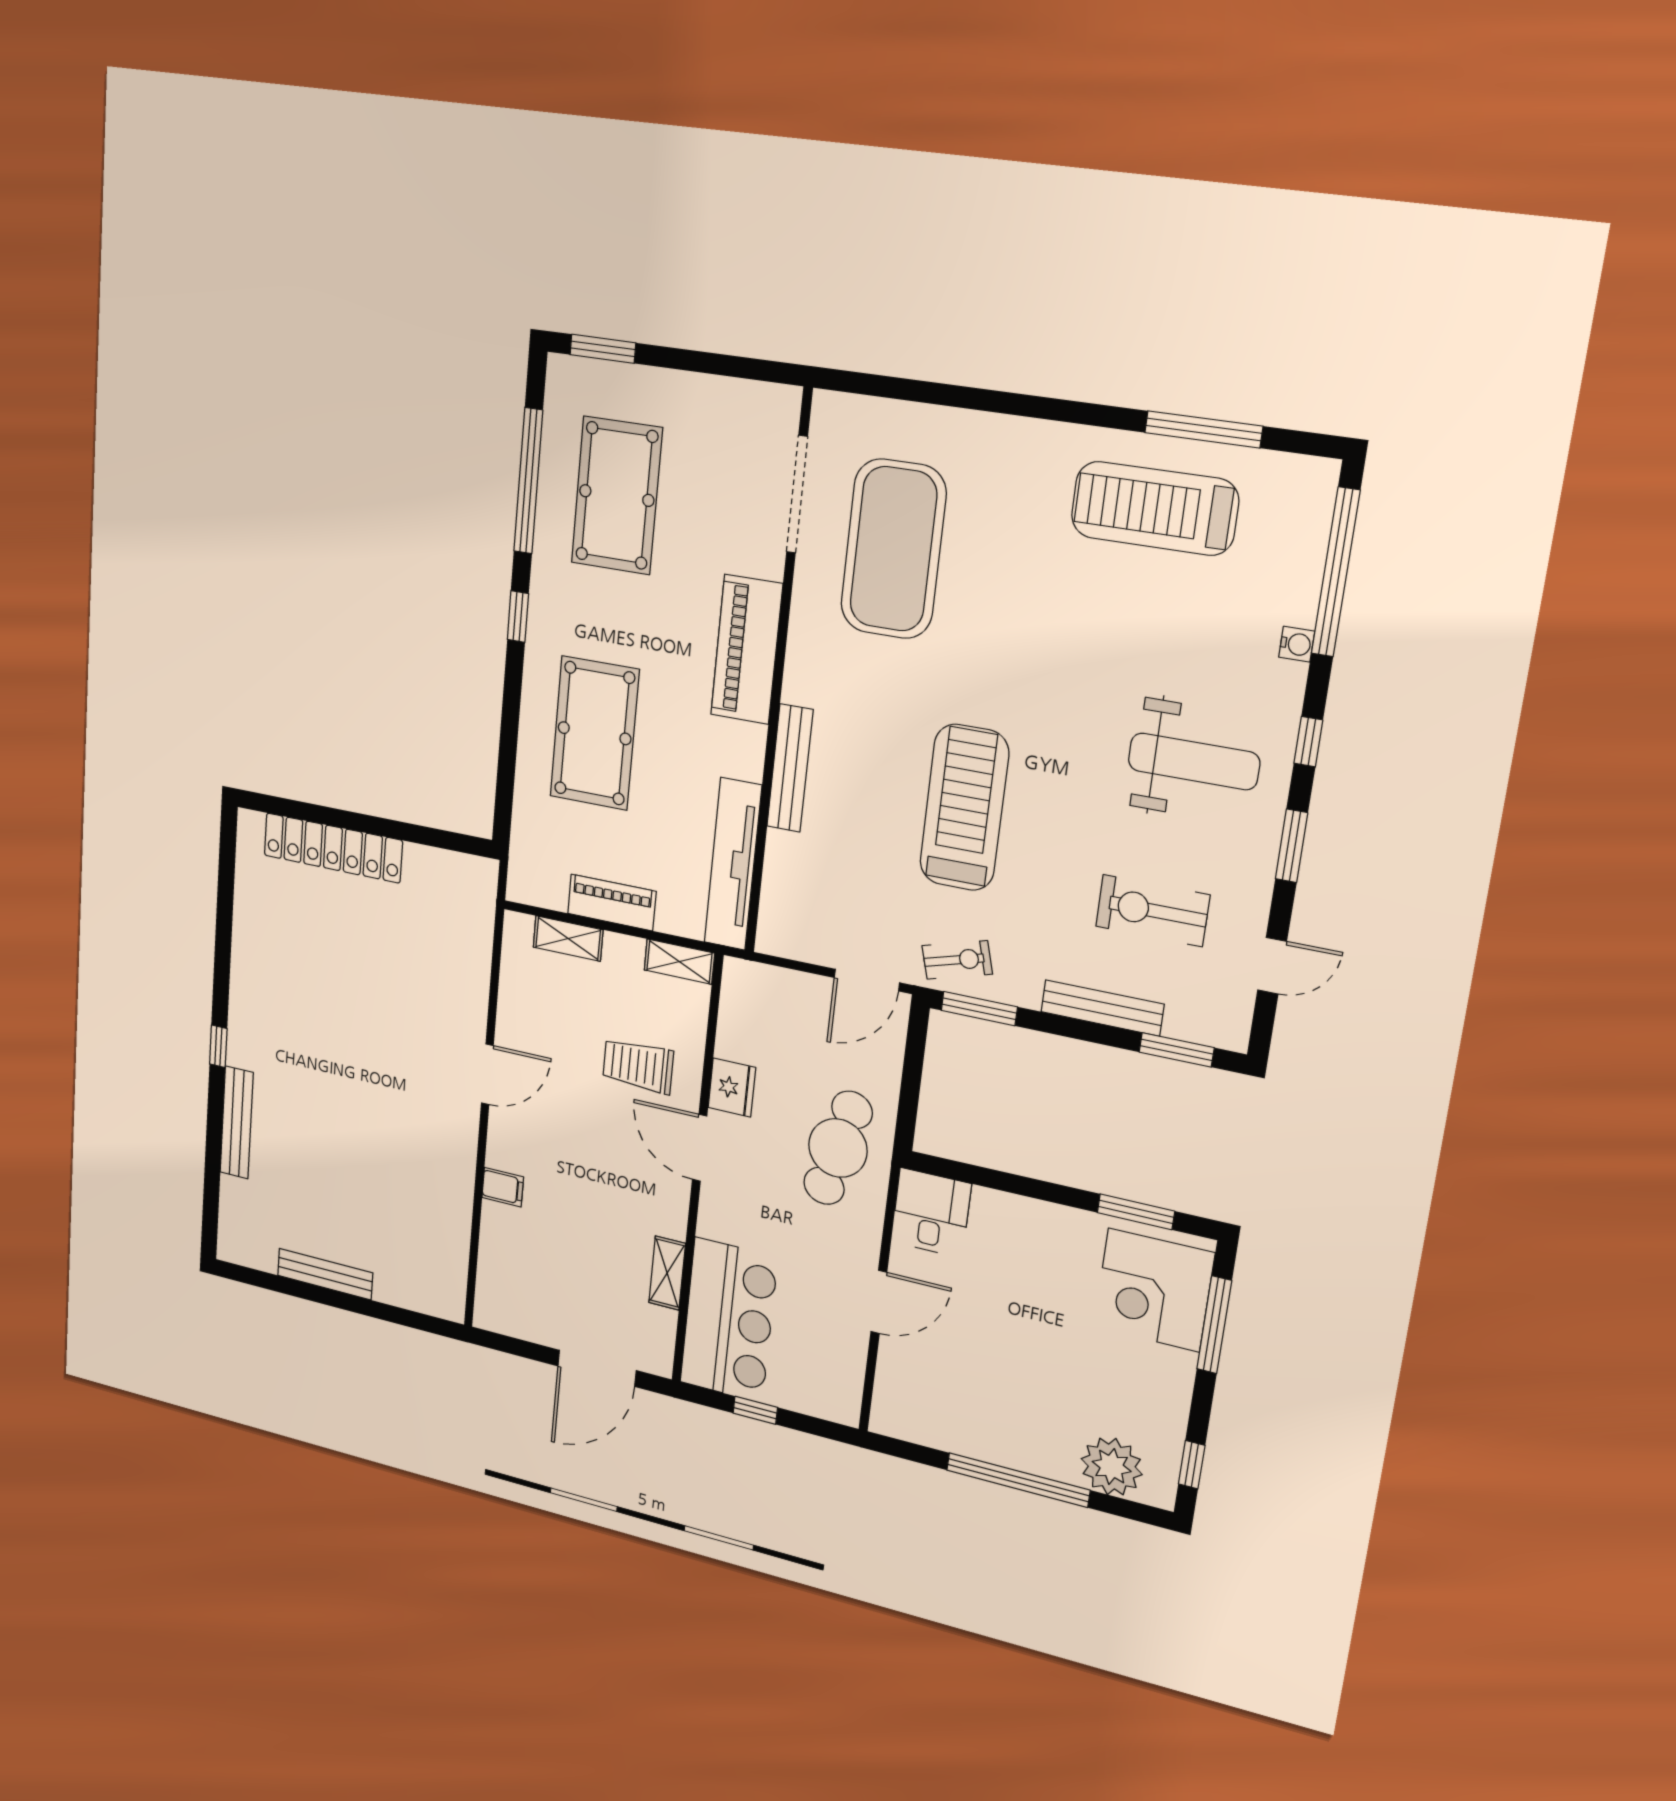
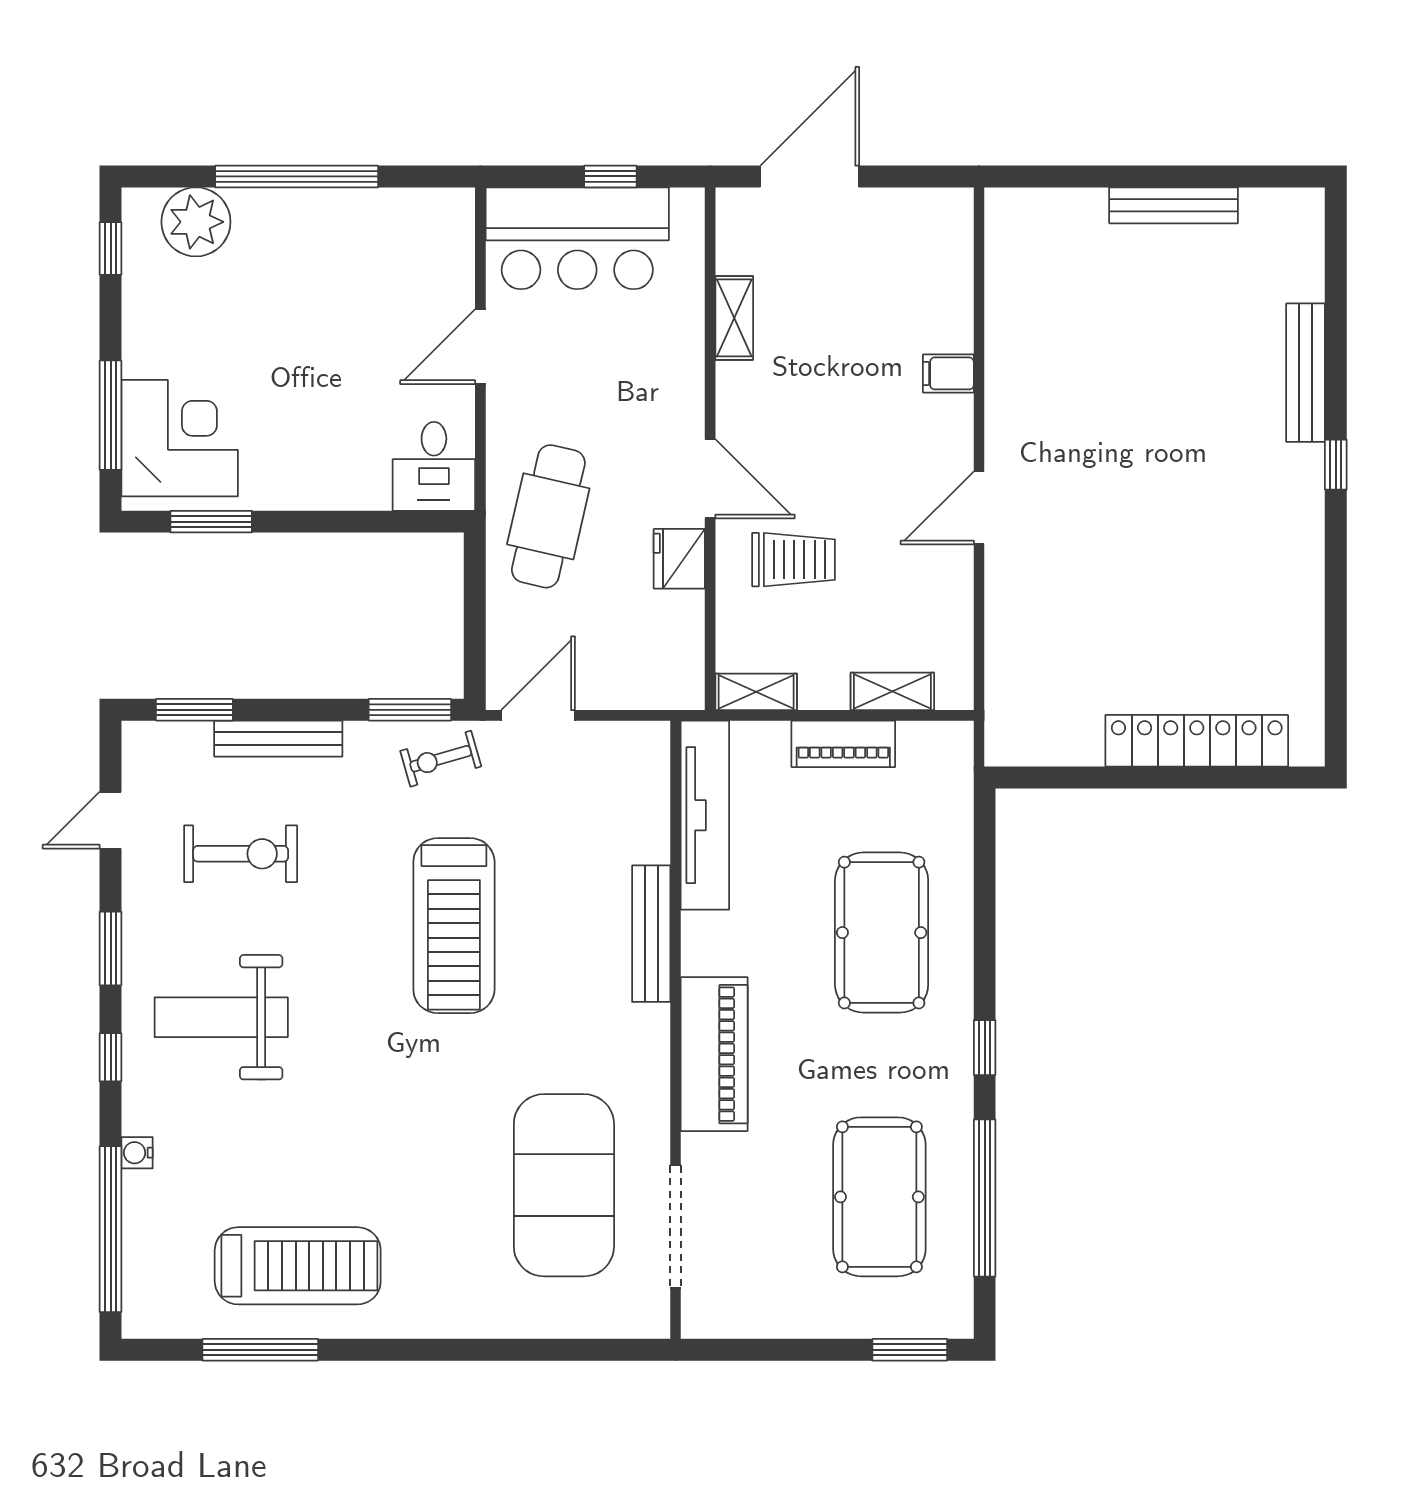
bar counter: (729, 1320) -> (577, 238), moved, turned -90

